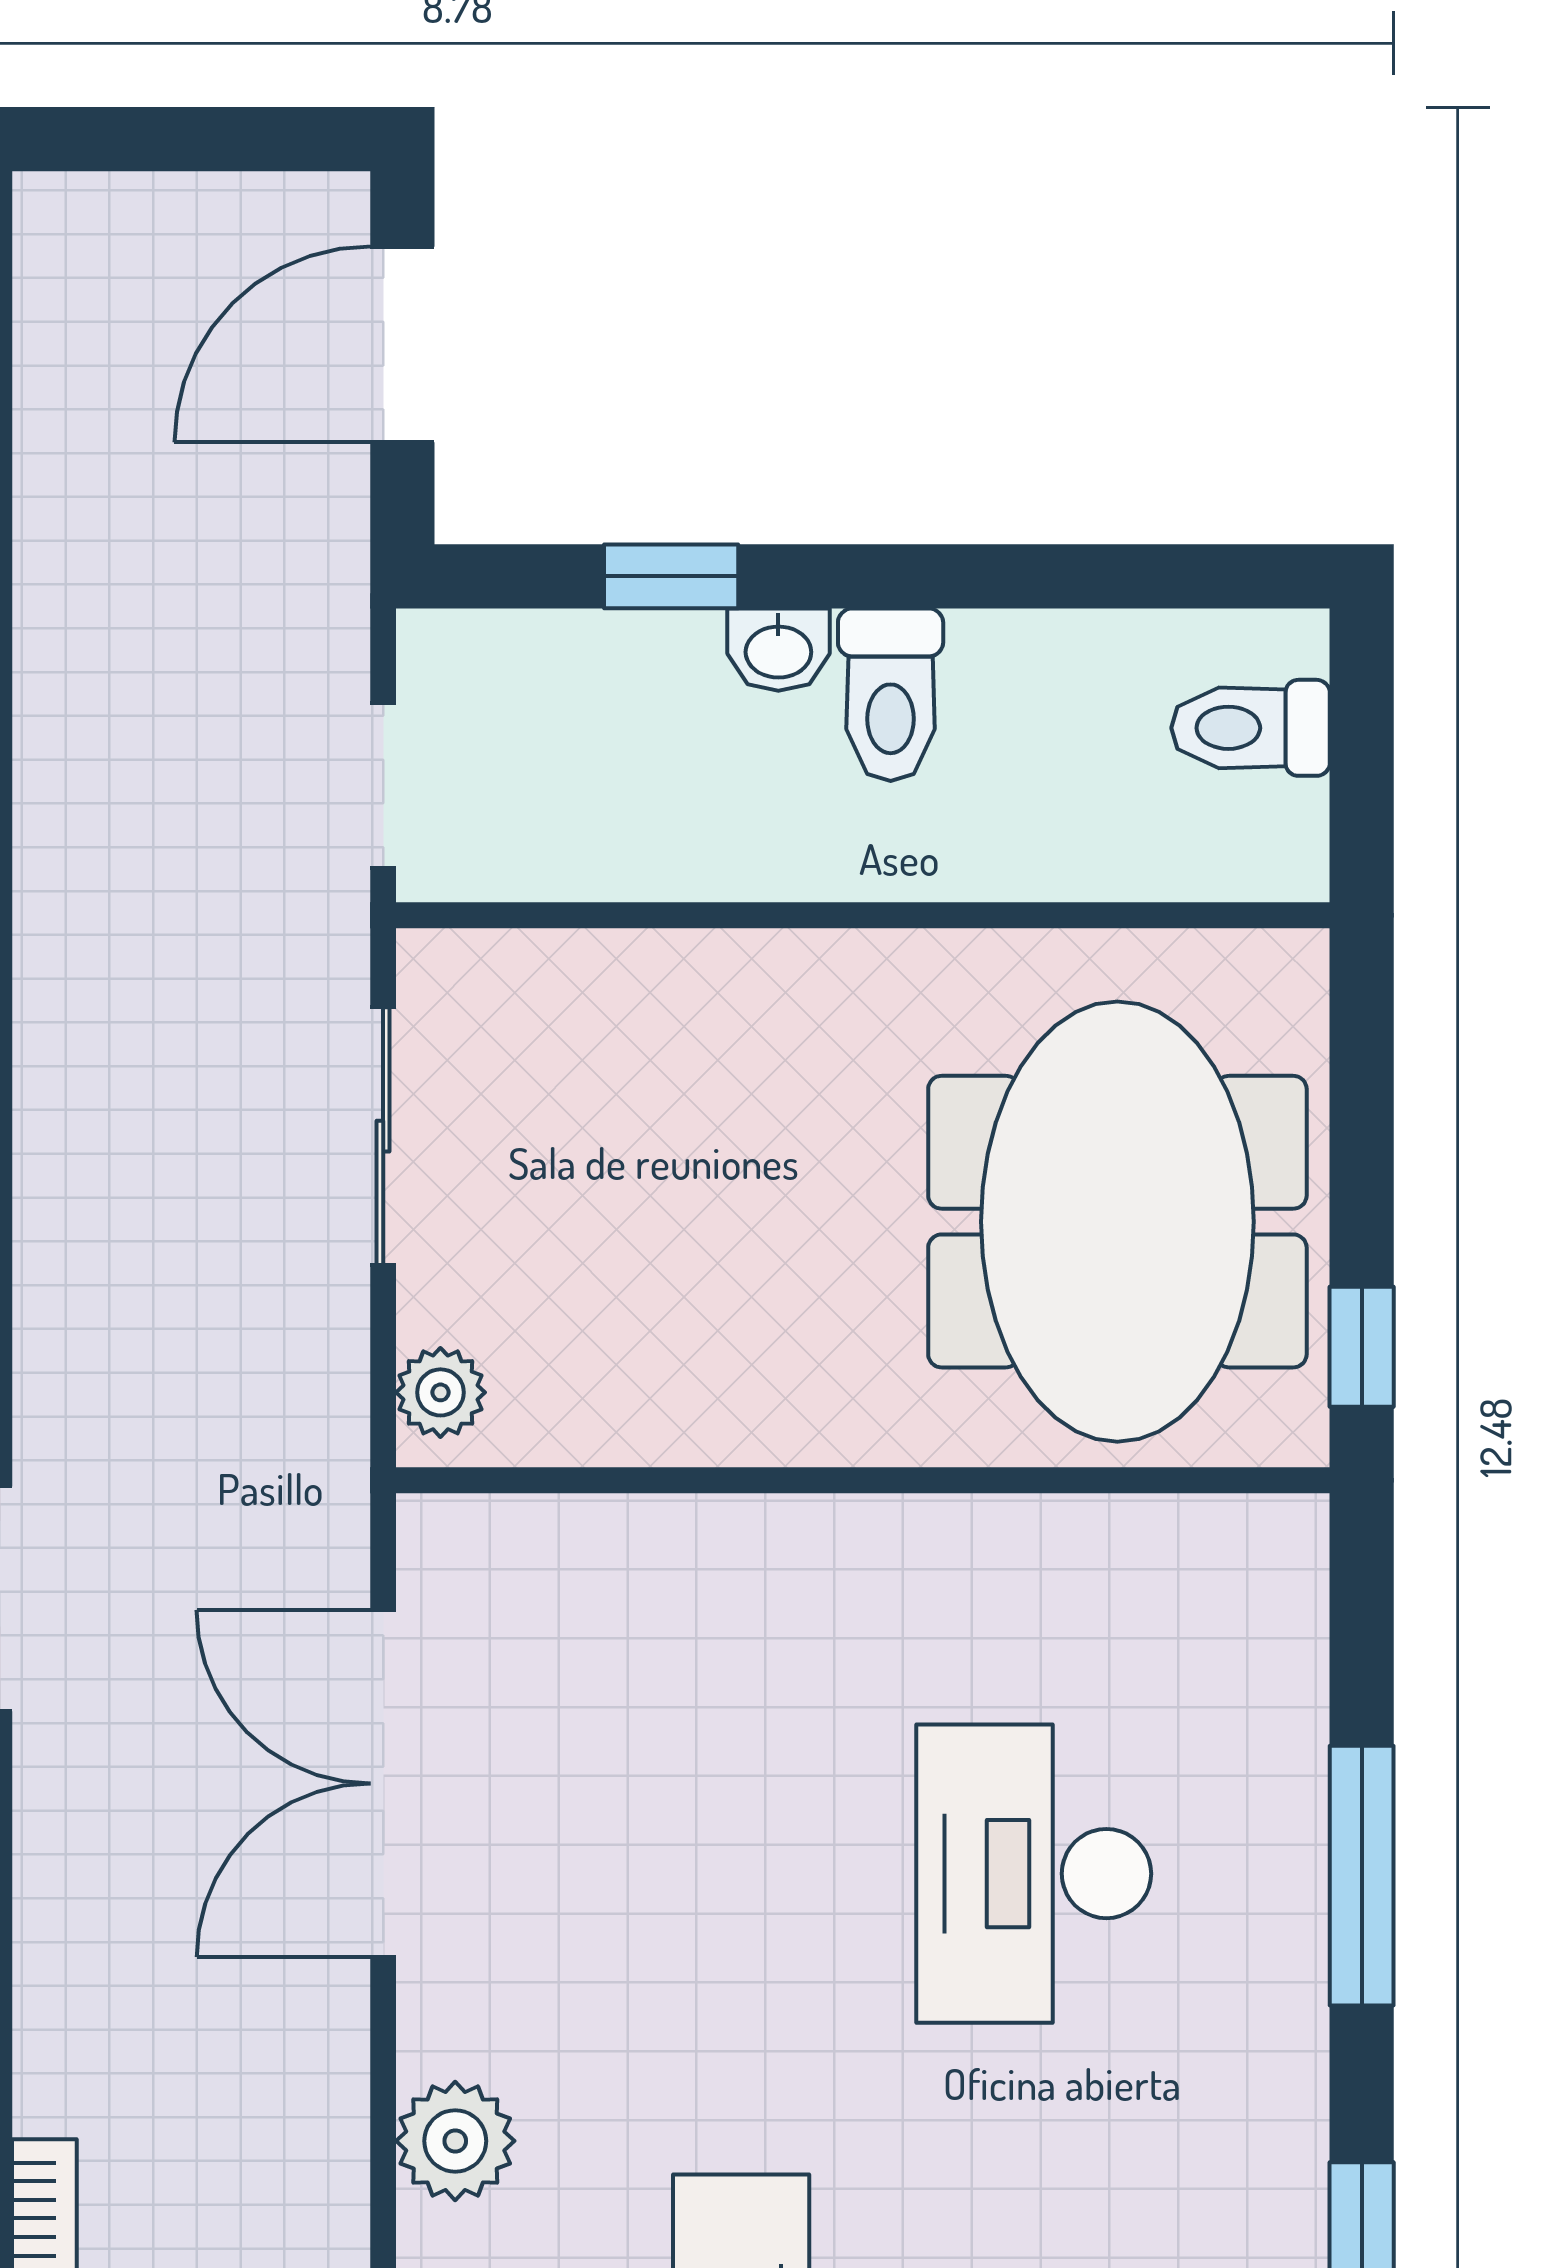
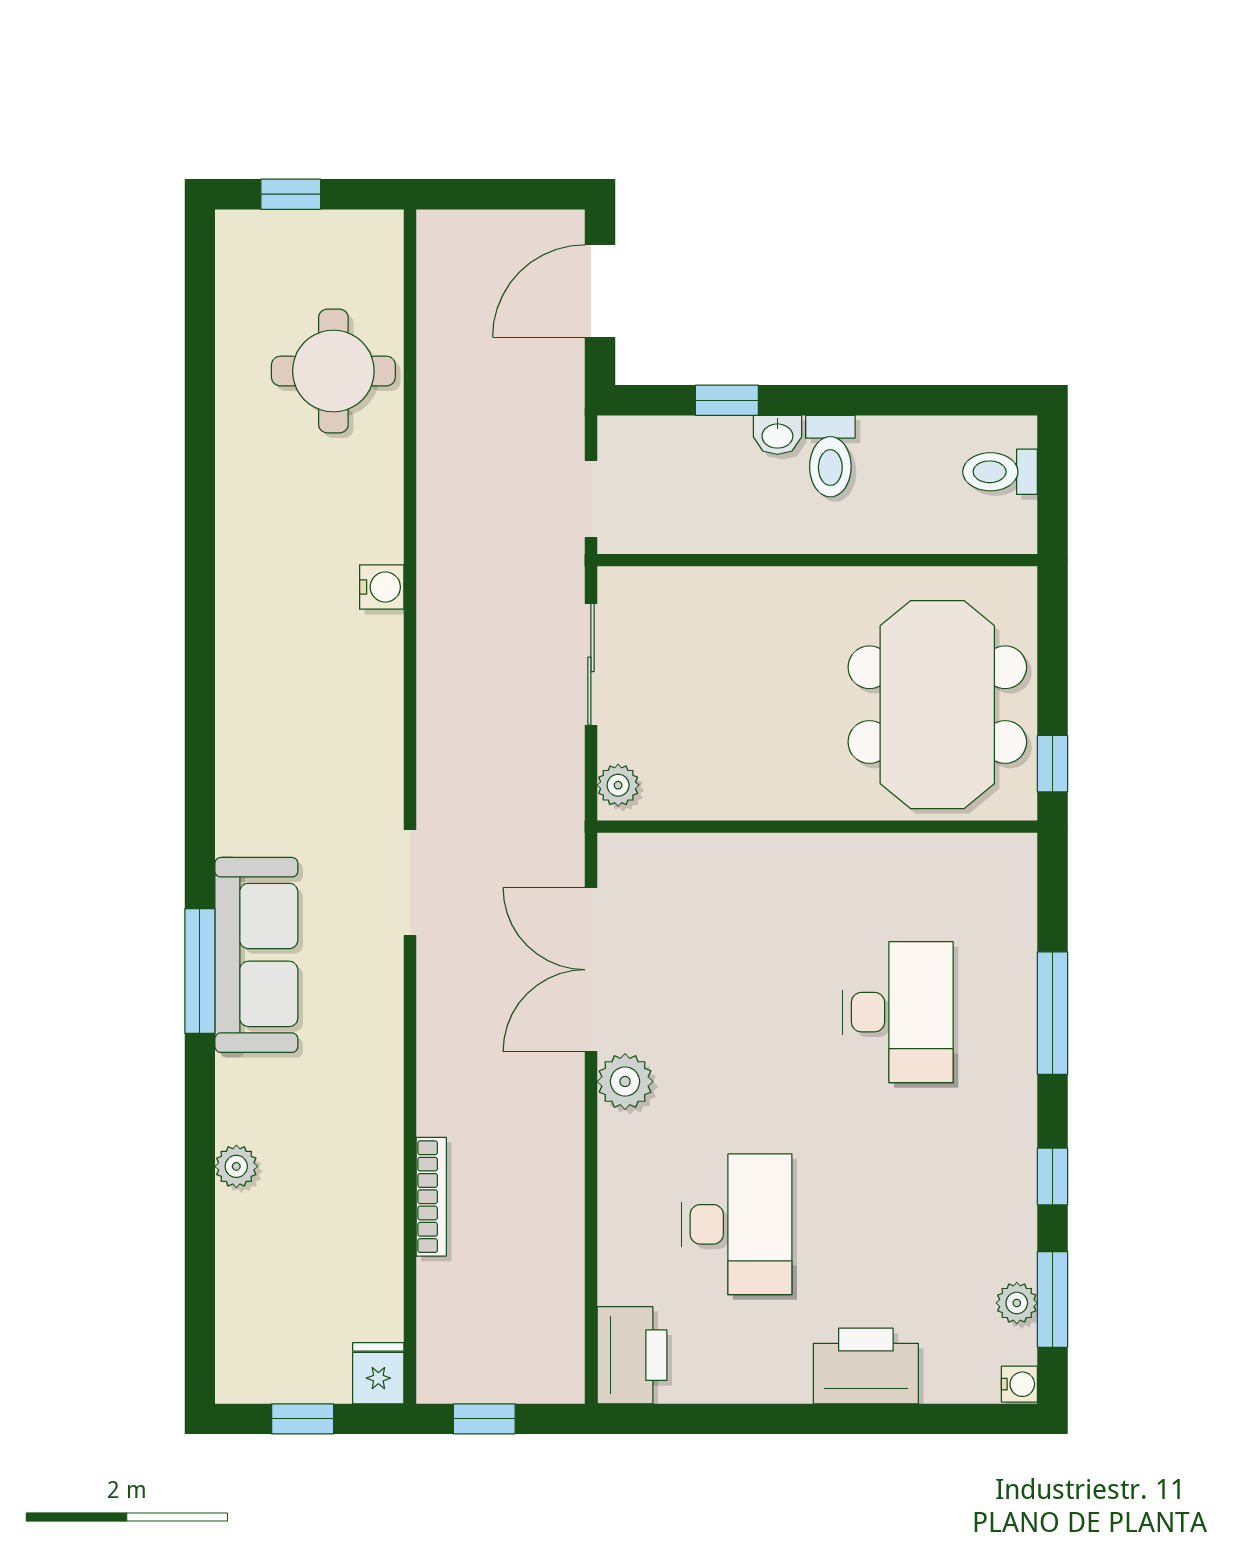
desk: (1034, 1874) -> (898, 1012), turned 180
plant: (455, 2141) -> (625, 1082), moved

